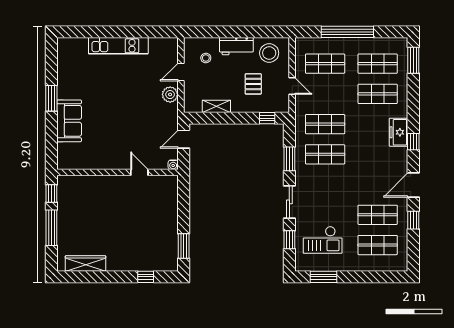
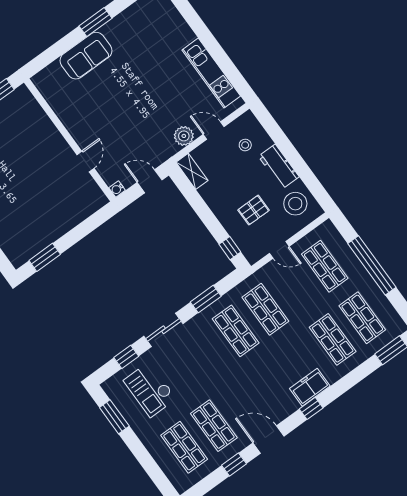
kitchen unit: (118, 46) -> (211, 73), moved
door: (292, 86) -> (279, 250), hinge flipped
shelving: (216, 106) -> (192, 171), moved

